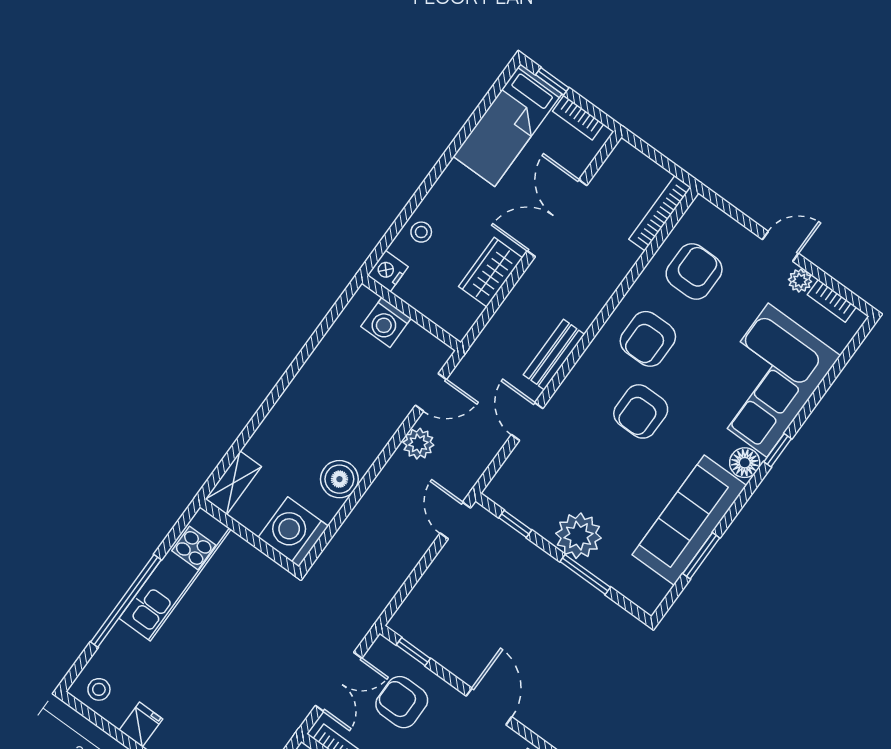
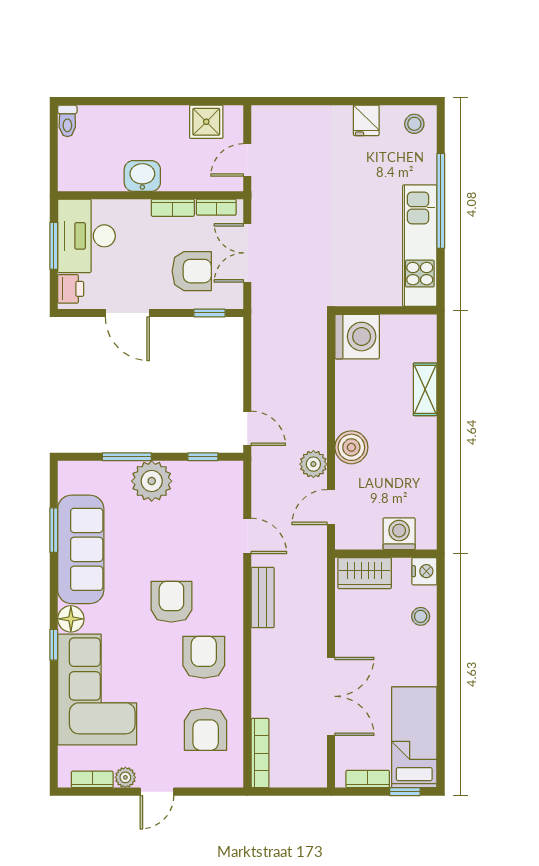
wardrobe: (491, 272) -> (365, 573), moved, turned 90
boiler: (339, 479) -> (351, 447), moved
shelving: (233, 483) -> (425, 389), moved

